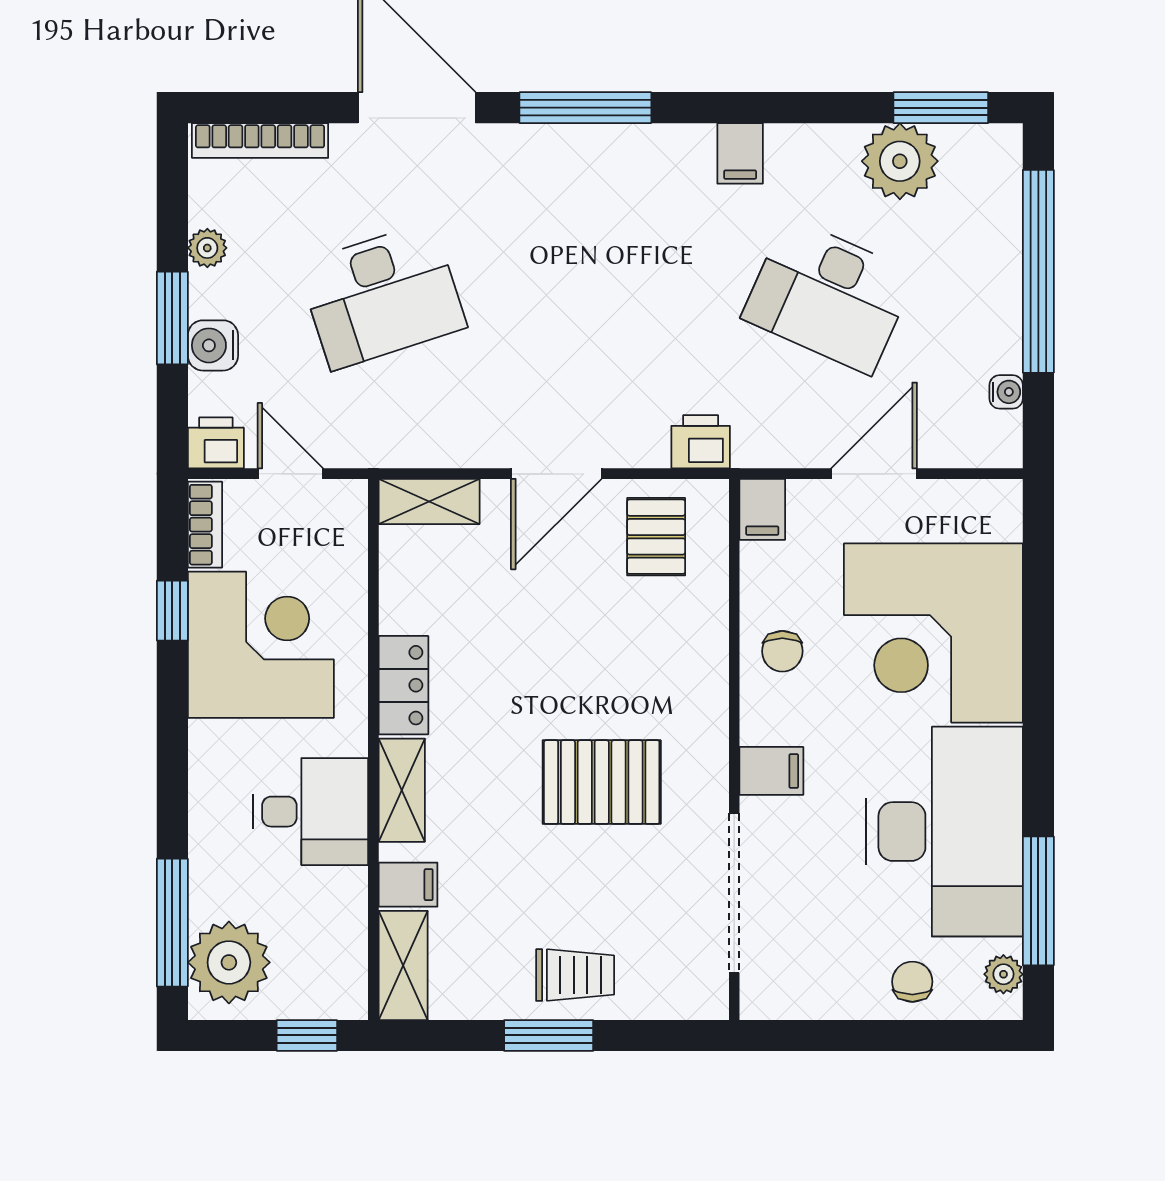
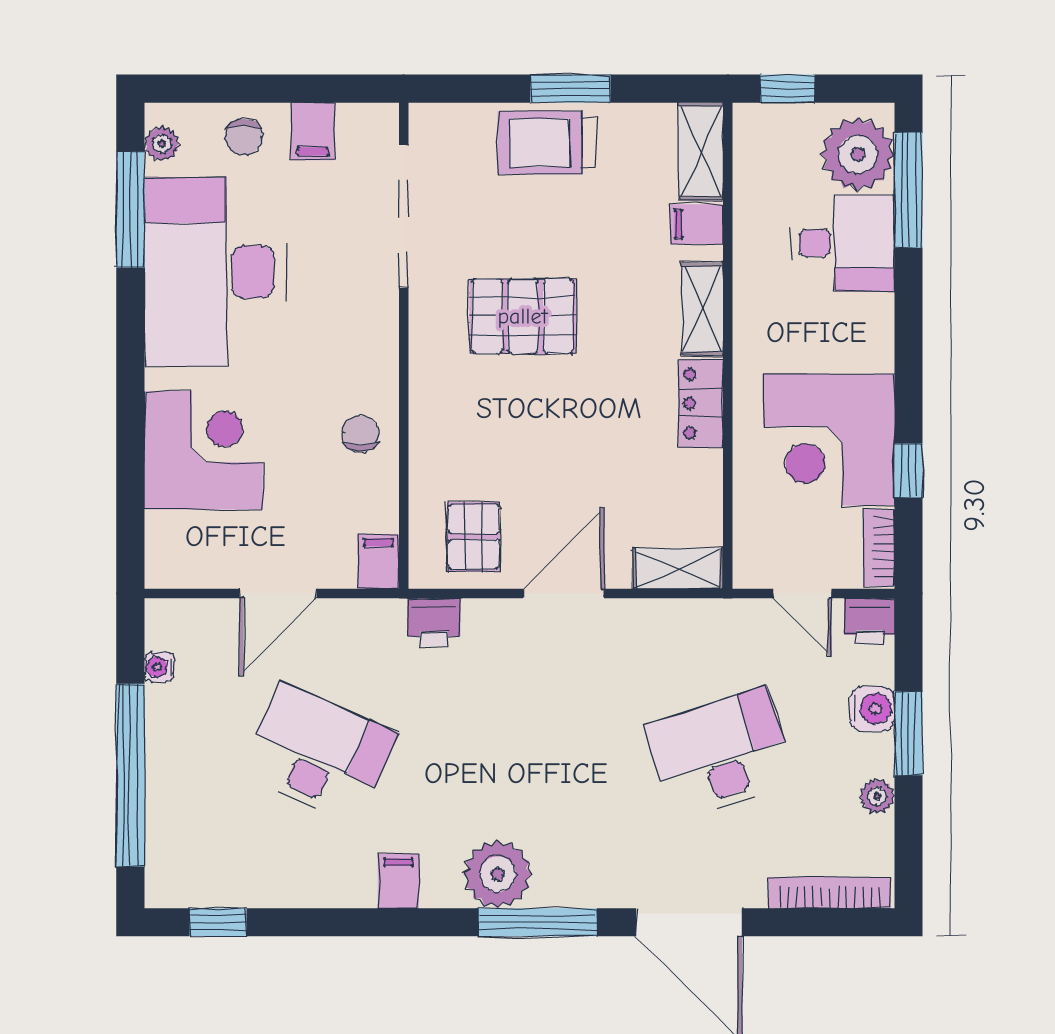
window: (941, 108) -> (218, 922), width x0.67
plant: (900, 161) -> (498, 874), moved
corner desk: (933, 633) -> (203, 450), width x0.74, depth x0.74
filing cabinet: (771, 771) -> (313, 131), moved, turned -90
desk: (311, 812) -> (843, 243), moved, turned 180
trolley: (575, 975) -> (547, 143), width x1.36, depth x1.39

